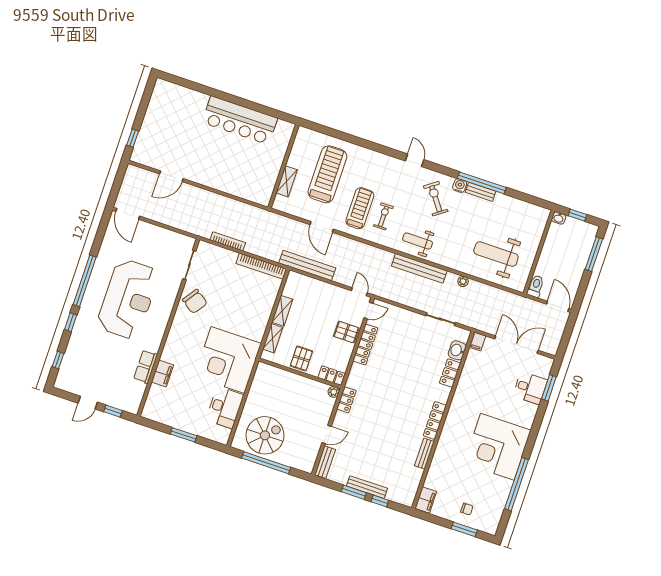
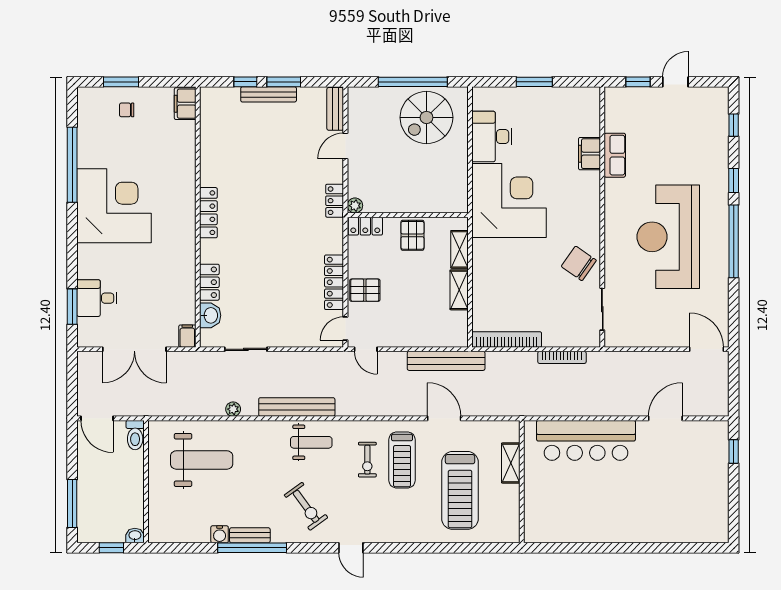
bar counter: (240, 120) -> (586, 440), moved, turned 180
water cooler: (460, 186) -> (220, 534), moved
bench: (424, 454) -> (208, 164), removed

